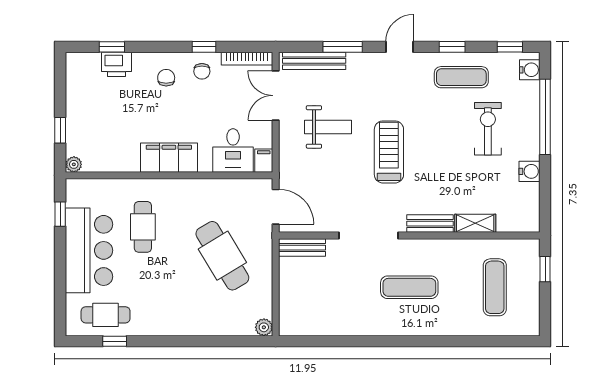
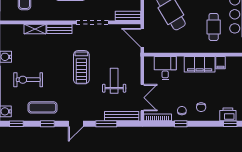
weight bench: (328, 127) -> (114, 81), turned 90
exercise bike: (488, 129) -> (28, 80), turned 90
filing cabinet: (264, 161) -> (220, 63), moved

